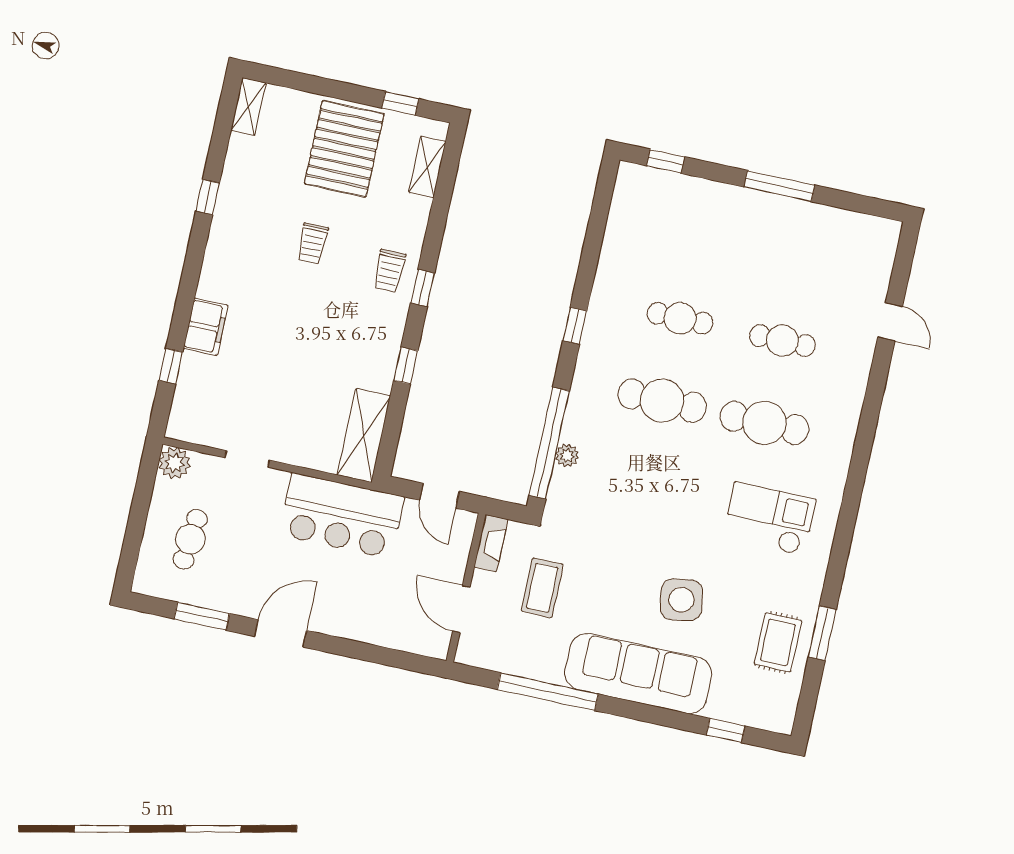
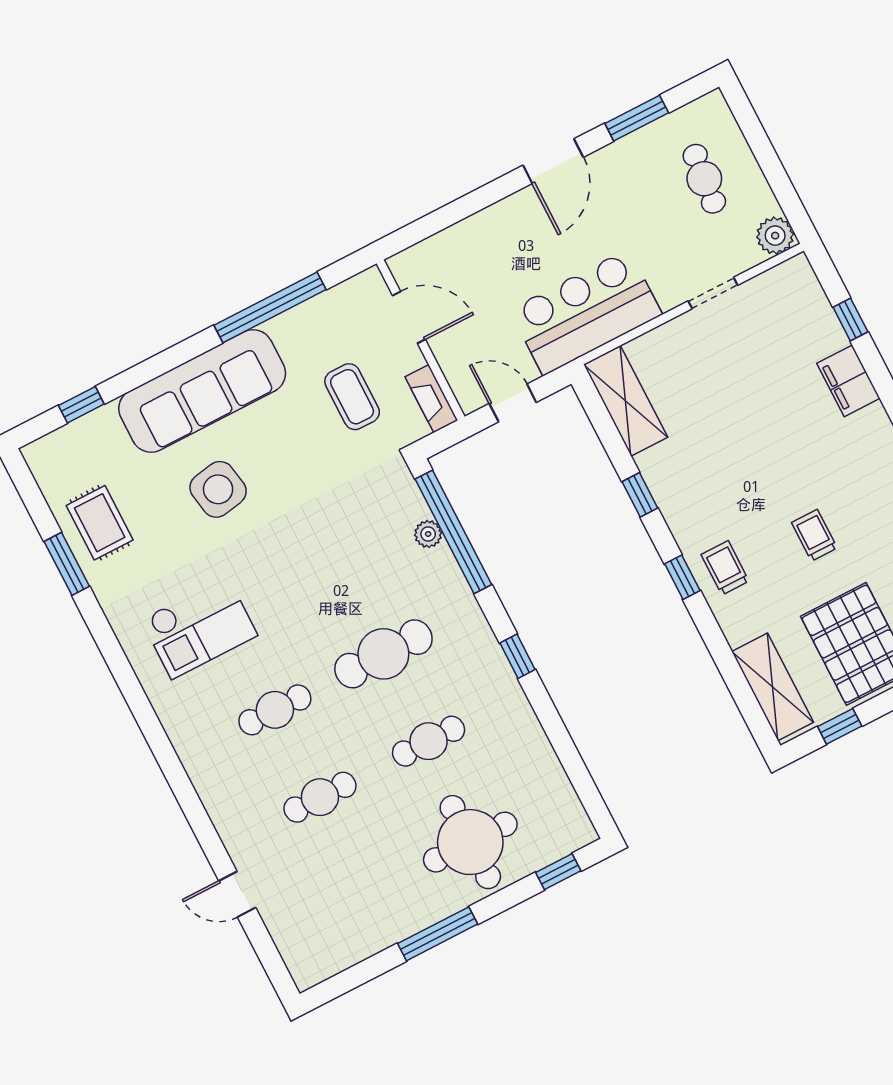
shelving: (427, 167) -> (773, 687), width x1.50, depth x1.33
round table: (708, 229) -> (470, 842), added
cafe table: (764, 423) -> (275, 710), width x0.73, depth x0.74

